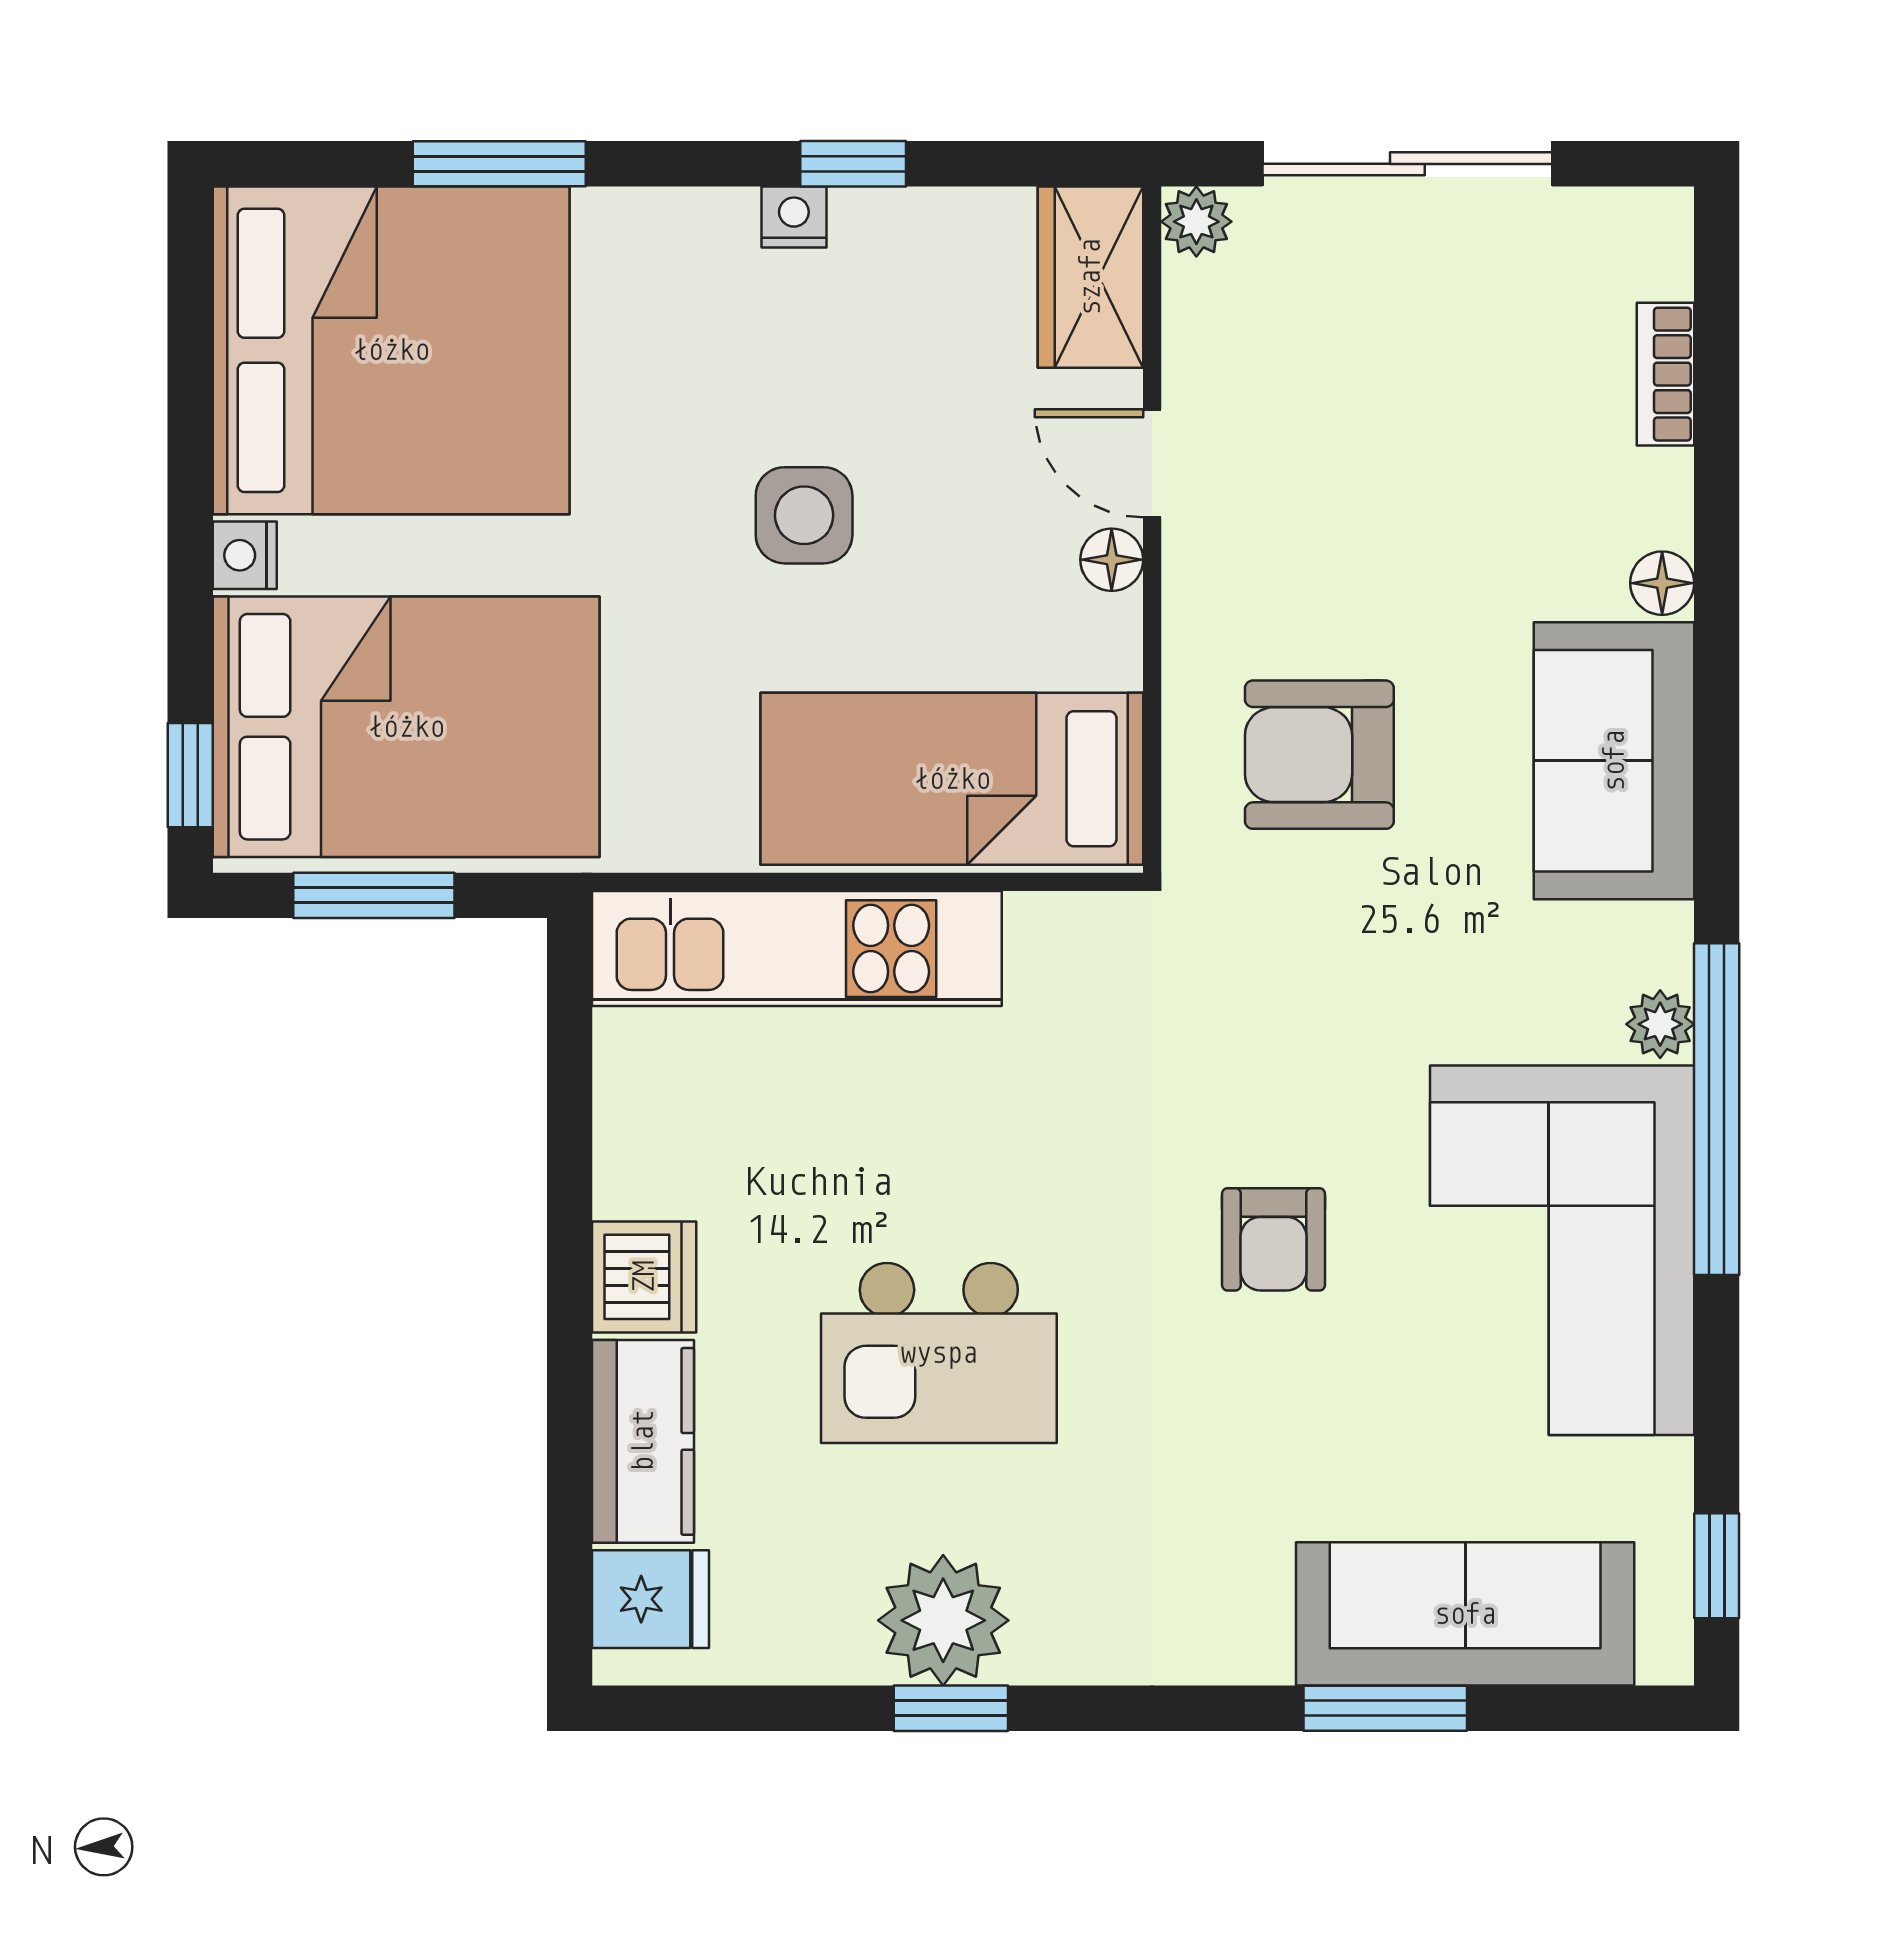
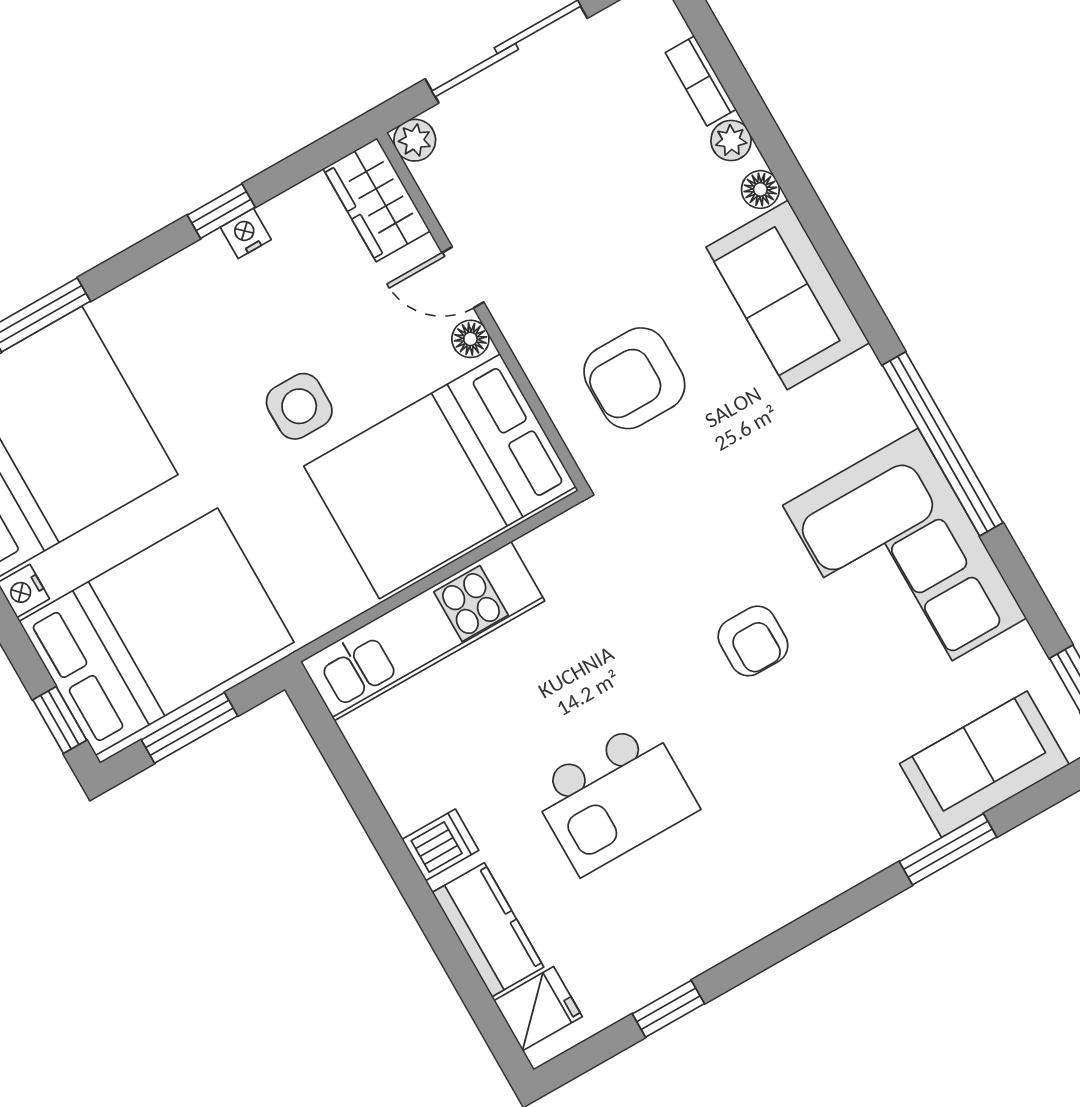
nightstand: (794, 217) -> (246, 233), moved
bed: (952, 779) -> (440, 476), width x1.50
plant: (1660, 1024) -> (731, 141), moved
dishwasher: (644, 1277) -> (440, 845), width x0.73
sofa: (1465, 1614) -> (984, 764), width x0.73
plant: (943, 1620) -> (695, 934), removed
window: (951, 1708) -> (668, 1009), moved

